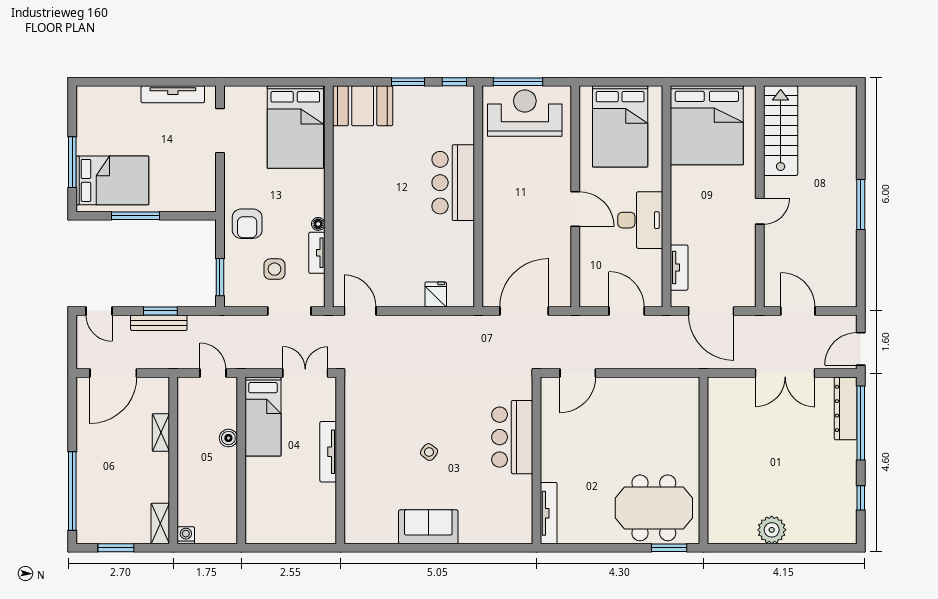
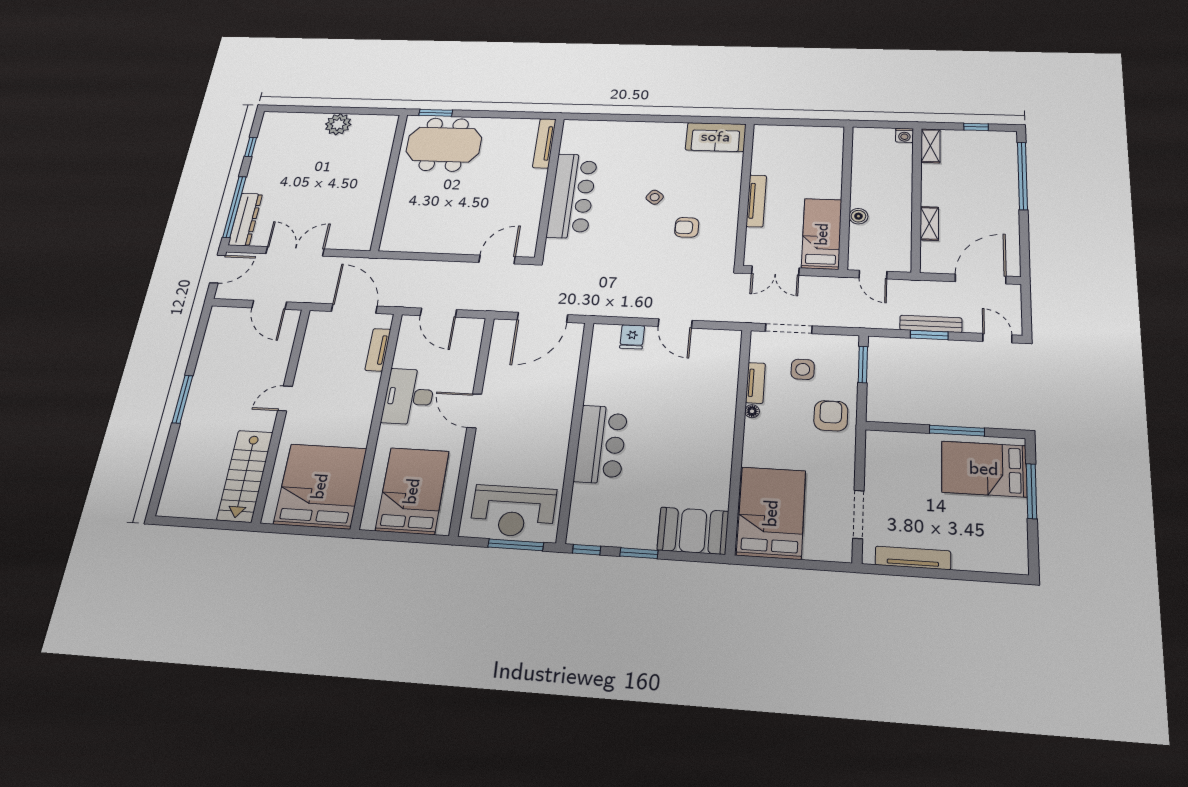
door: (360, 311) -> (675, 323), moved
armchair: (394, 418) -> (687, 227), added
bar counter: (512, 437) -> (572, 196), width x1.36
sofa: (428, 527) -> (716, 137), moved
window: (116, 548) -> (976, 127), width x0.67

